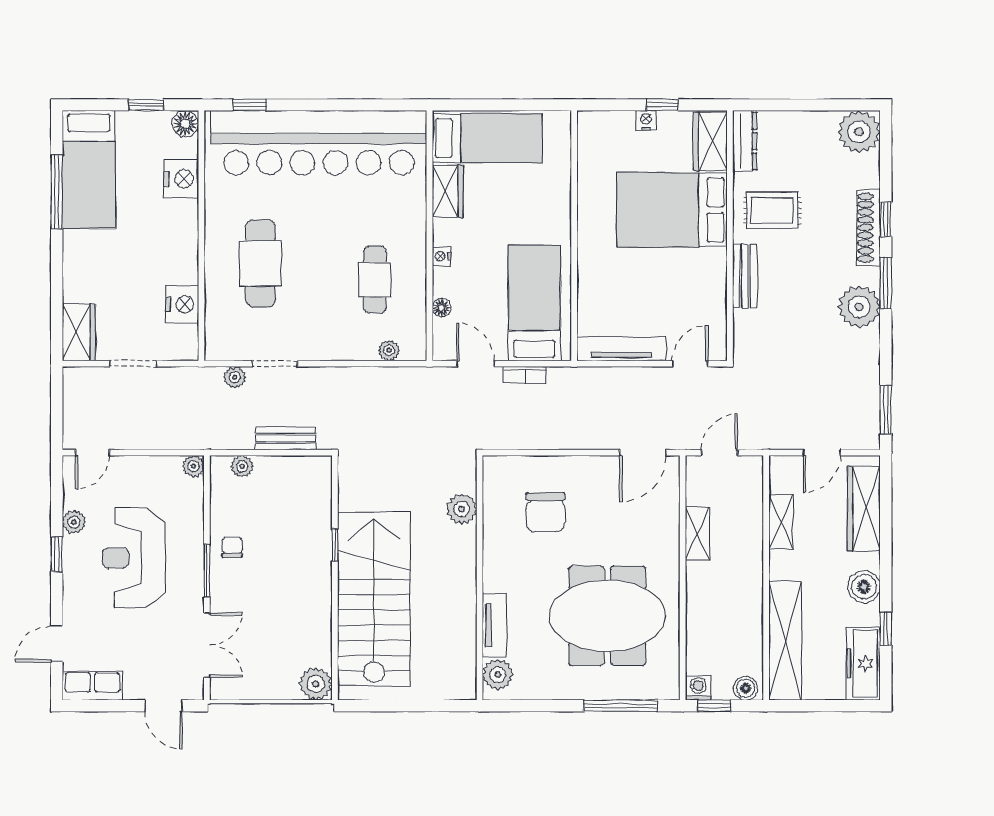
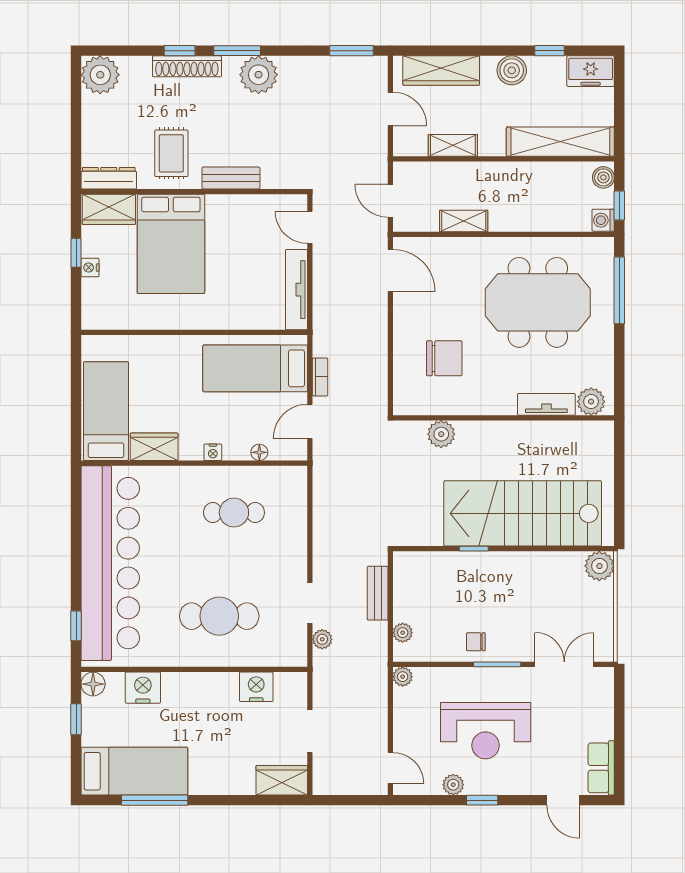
plant: (389, 350) -> (298, 500), removed
meeting table: (607, 616) -> (538, 302), turned 90
freezer: (863, 664) -> (591, 71), width x0.71
door: (163, 706) -> (619, 704), removed

